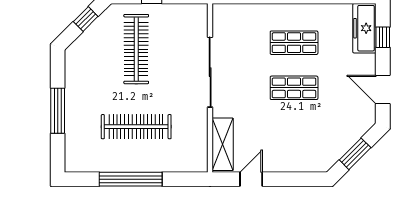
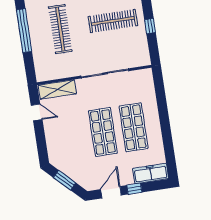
window: (383, 37) -> (134, 189), moved
shop shelf: (294, 43) -> (134, 127), width x1.43, depth x1.36
shop shelf: (294, 88) -> (103, 132), width x1.43, depth x1.36

